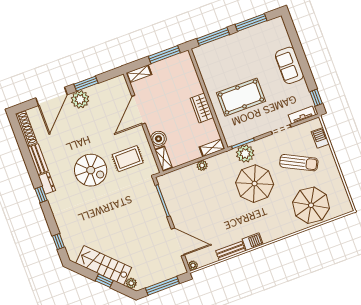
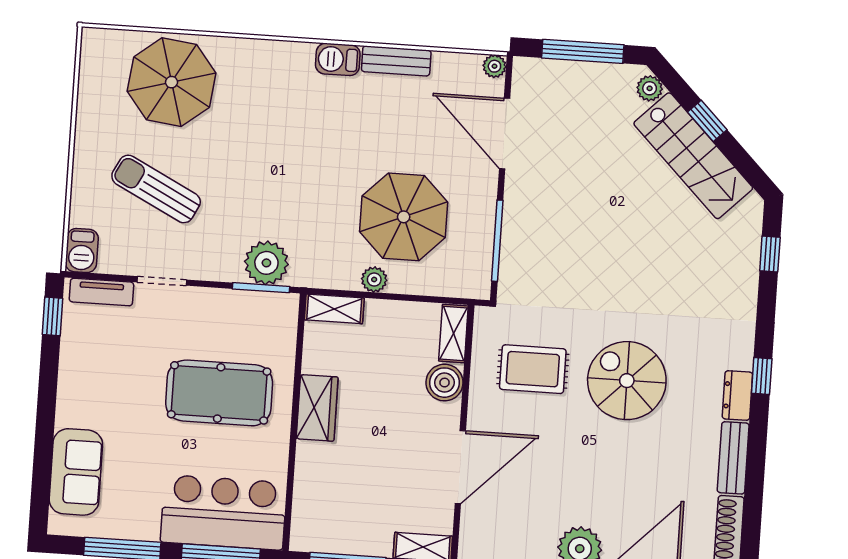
bar counter: (219, 53) -> (224, 512), added
sofa: (289, 65) -> (76, 472), moved
barbecue: (320, 138) -> (82, 251), moved
parasol: (255, 184) -> (404, 217), moved

